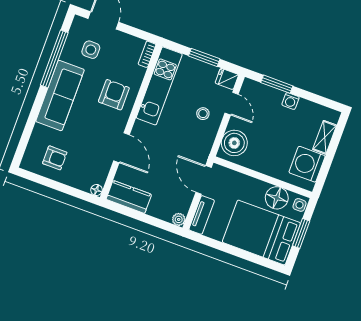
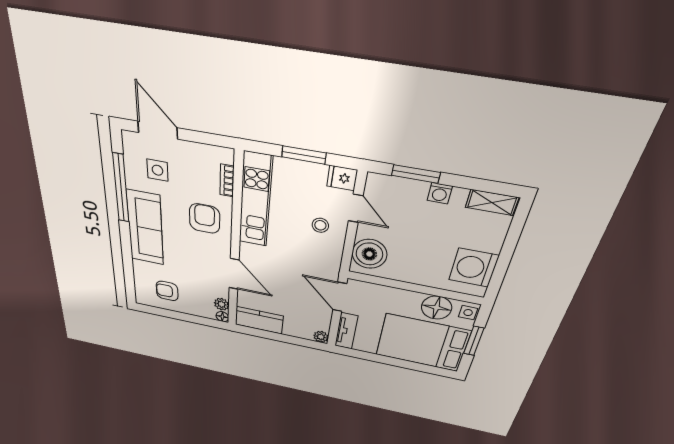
bookcase: (147, 54) -> (227, 181), moved
shelving: (325, 137) -> (492, 202), moved, turned 90
armchair: (55, 158) -> (167, 291), turned 180
plant: (100, 177) -> (222, 304), added

